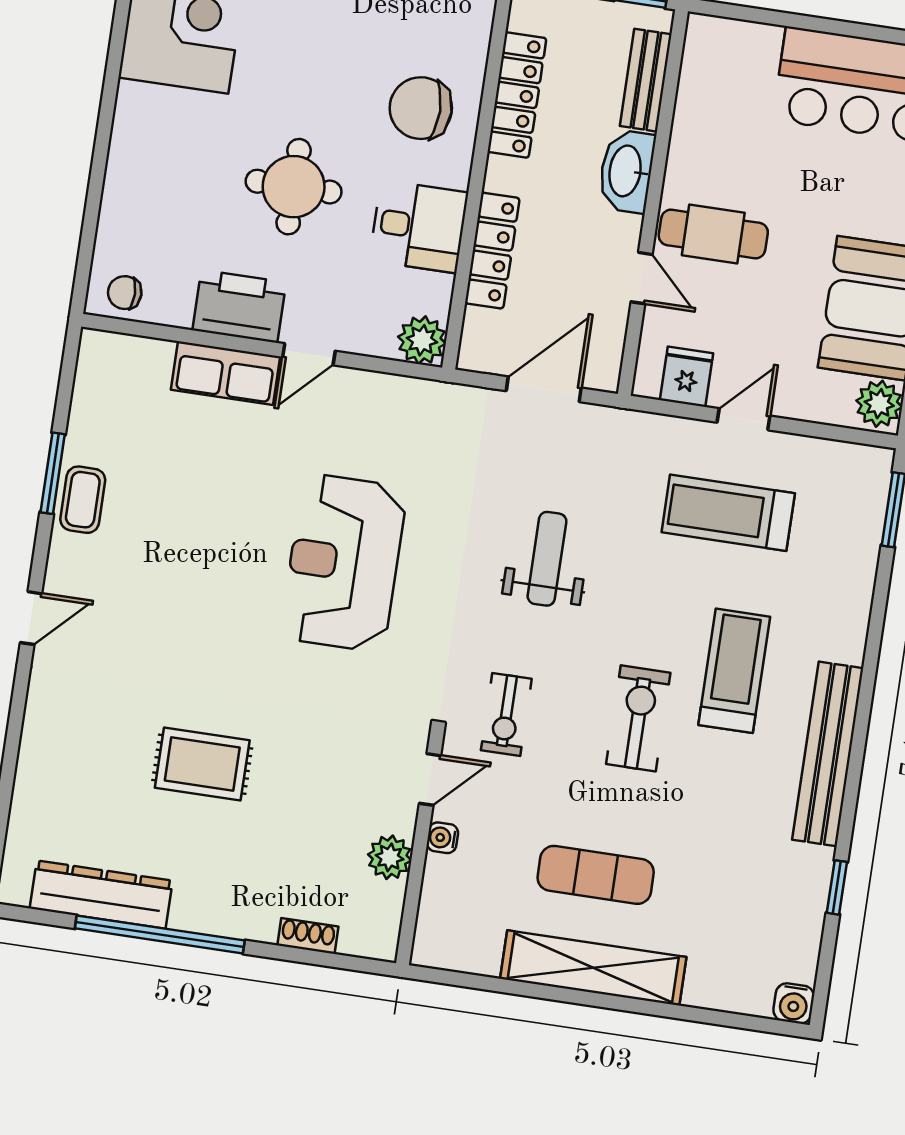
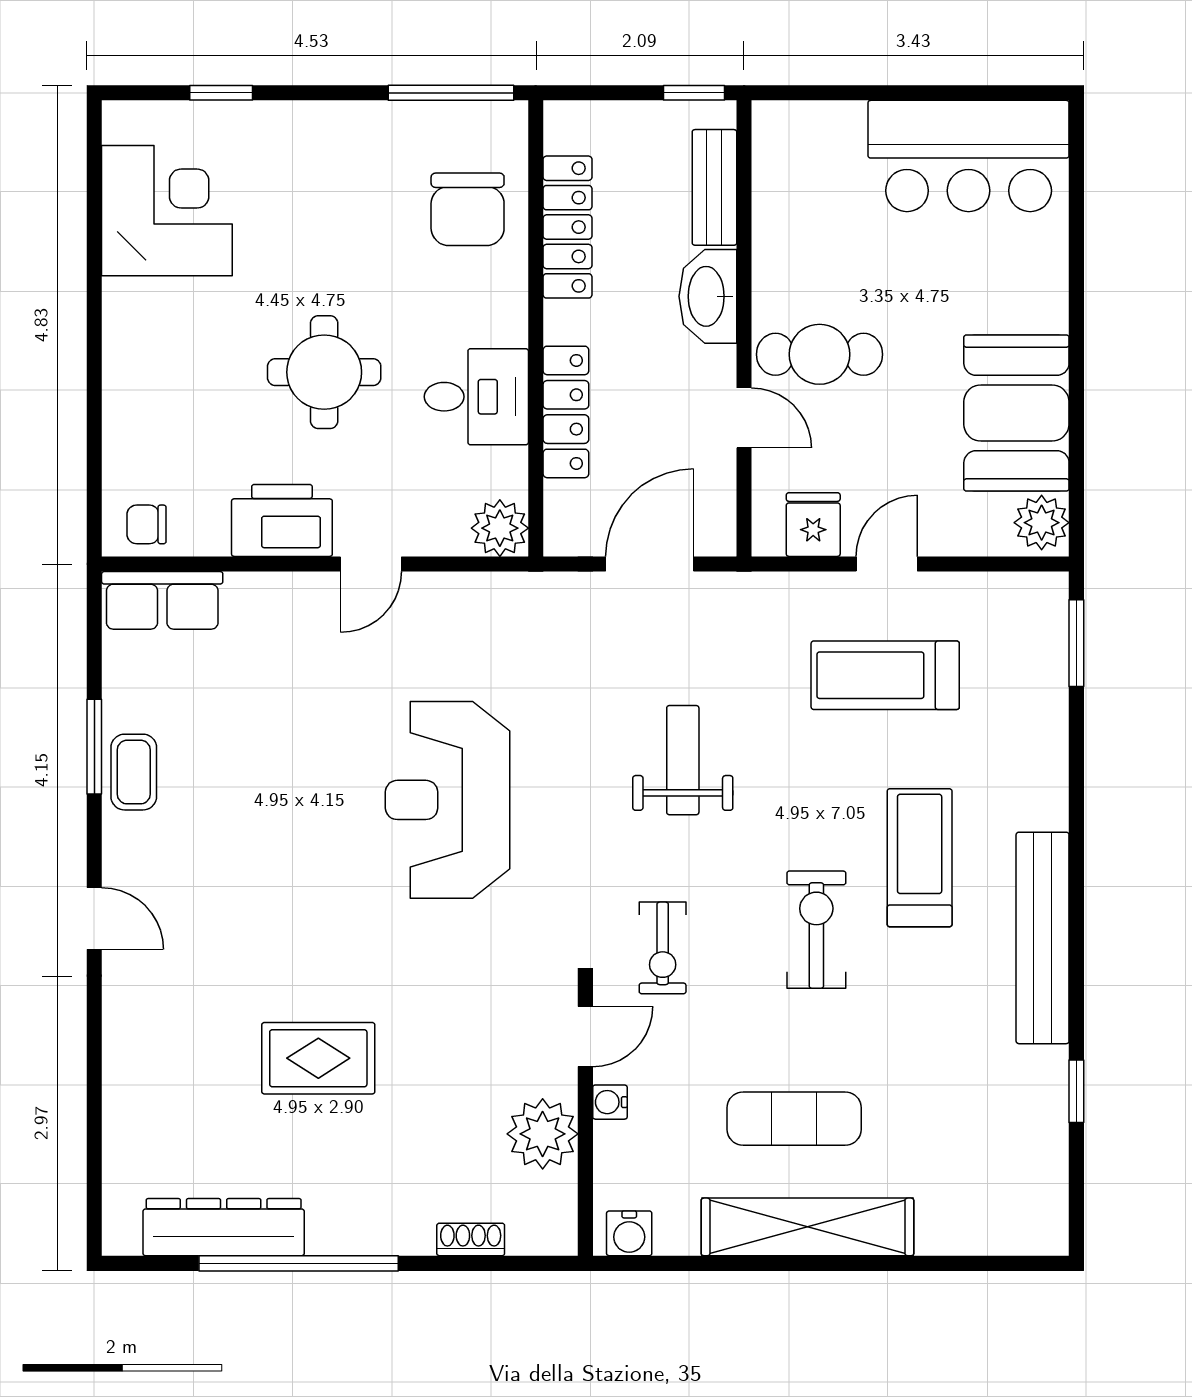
chair: (421, 108) -> (468, 209), moved, turned -90
row of seats: (225, 373) -> (162, 600), moved
door: (31, 618) -> (94, 918), hinge flipped
plant: (390, 857) -> (543, 1134), width x1.36, depth x1.36
water cooler: (794, 1003) -> (629, 1233), moved

